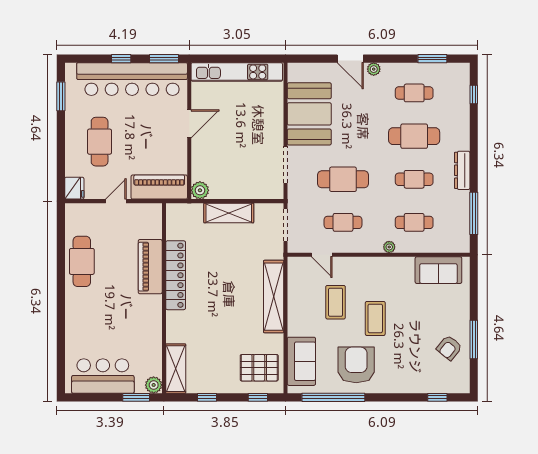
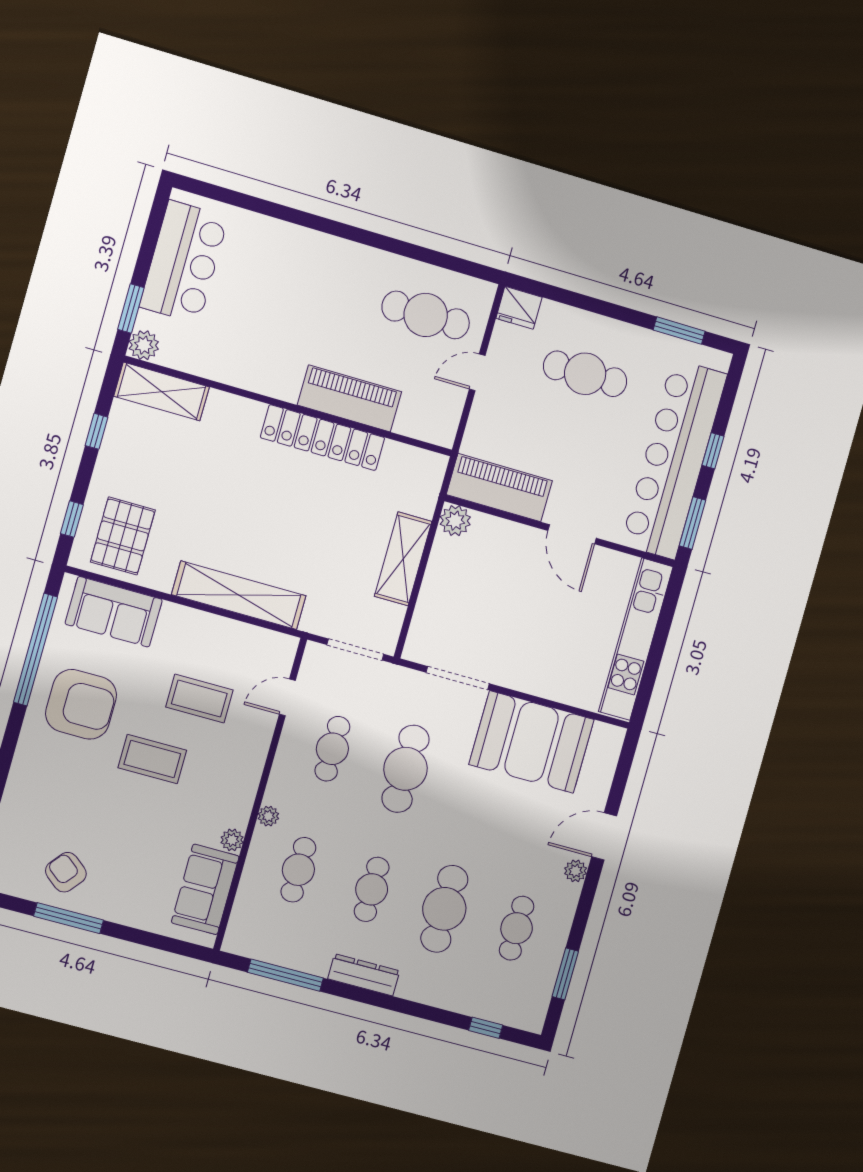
piano: (159, 187) -> (499, 488), moved, turned -90
door: (116, 201) -> (477, 372), swing flipped
cafe table: (82, 261) -> (426, 315), moved
plant: (408, 263) -> (232, 840), added

